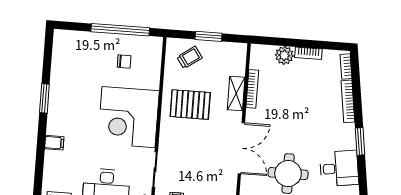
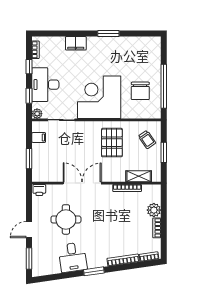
chair: (124, 62) -> (140, 91), width x1.87, depth x1.87
shelving: (236, 94) -> (139, 176), moved
filing cabinet: (54, 143) -> (76, 43), width x2.00
double door: (241, 148) -> (82, 183), swing flipped

